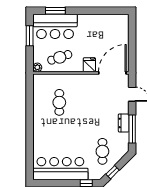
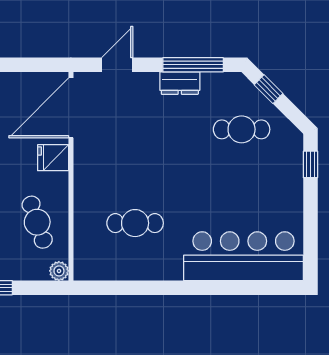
door: (112, 73) -> (71, 108), hinge flipped
bar counter: (60, 169) -> (243, 256), moved, turned 90
window: (113, 172) -> (269, 89), moved

